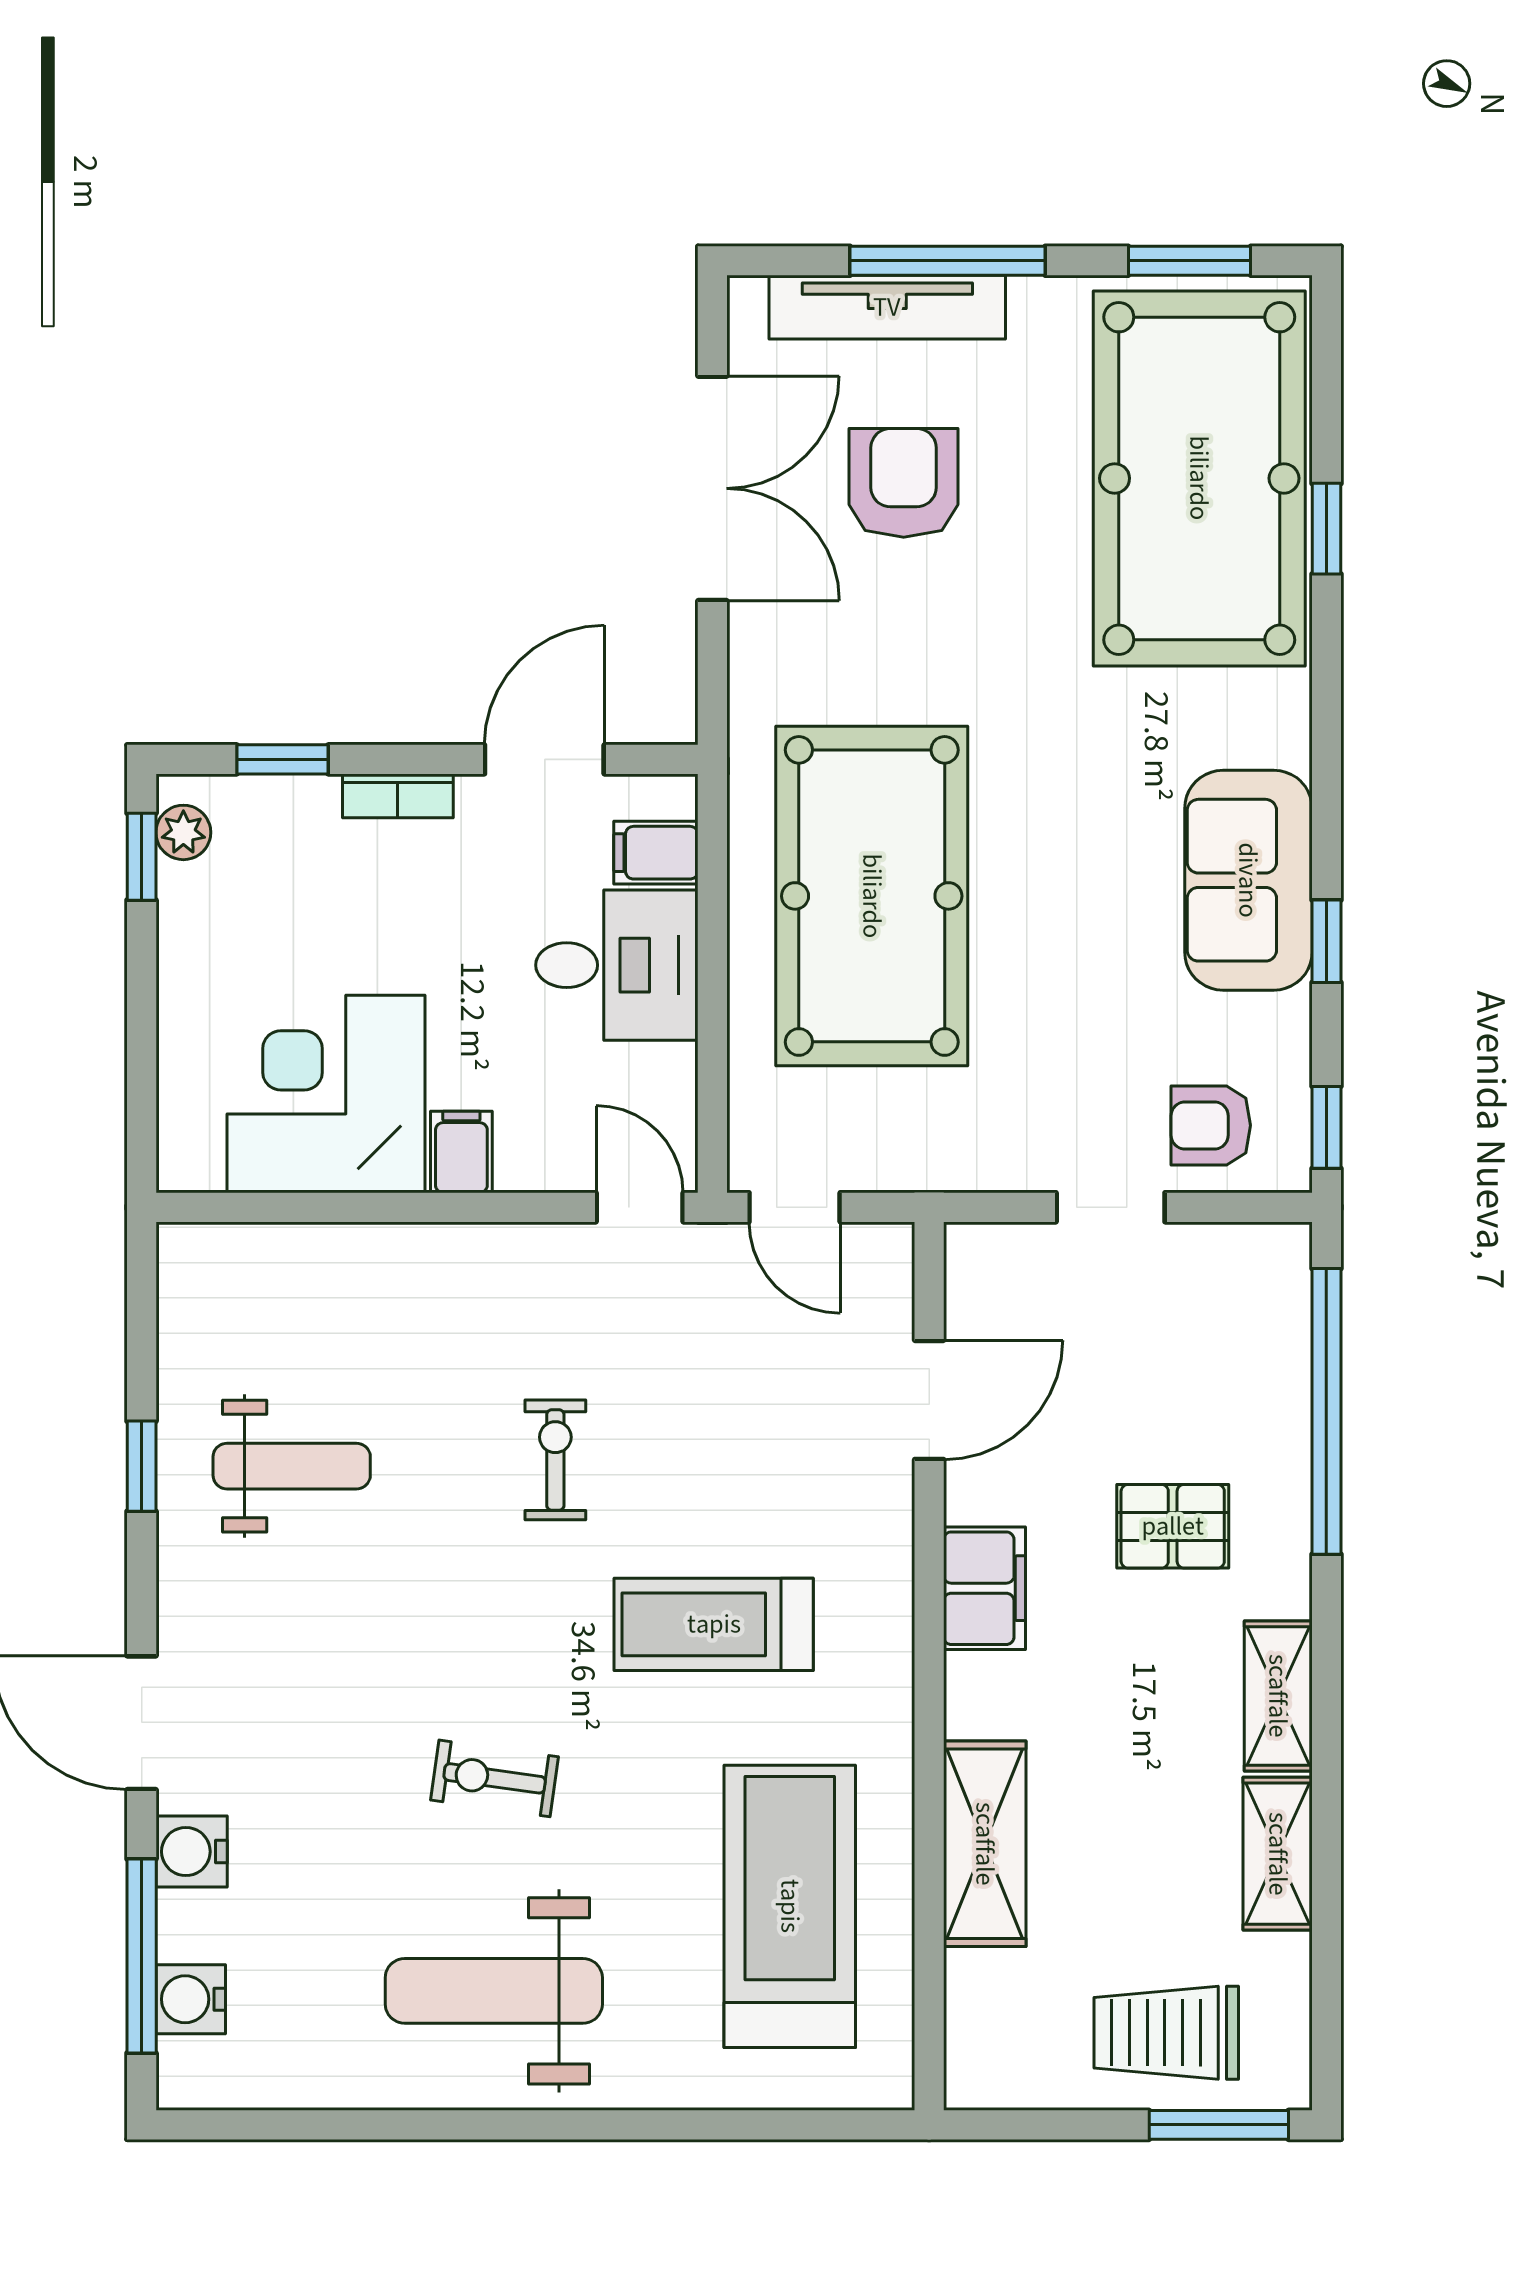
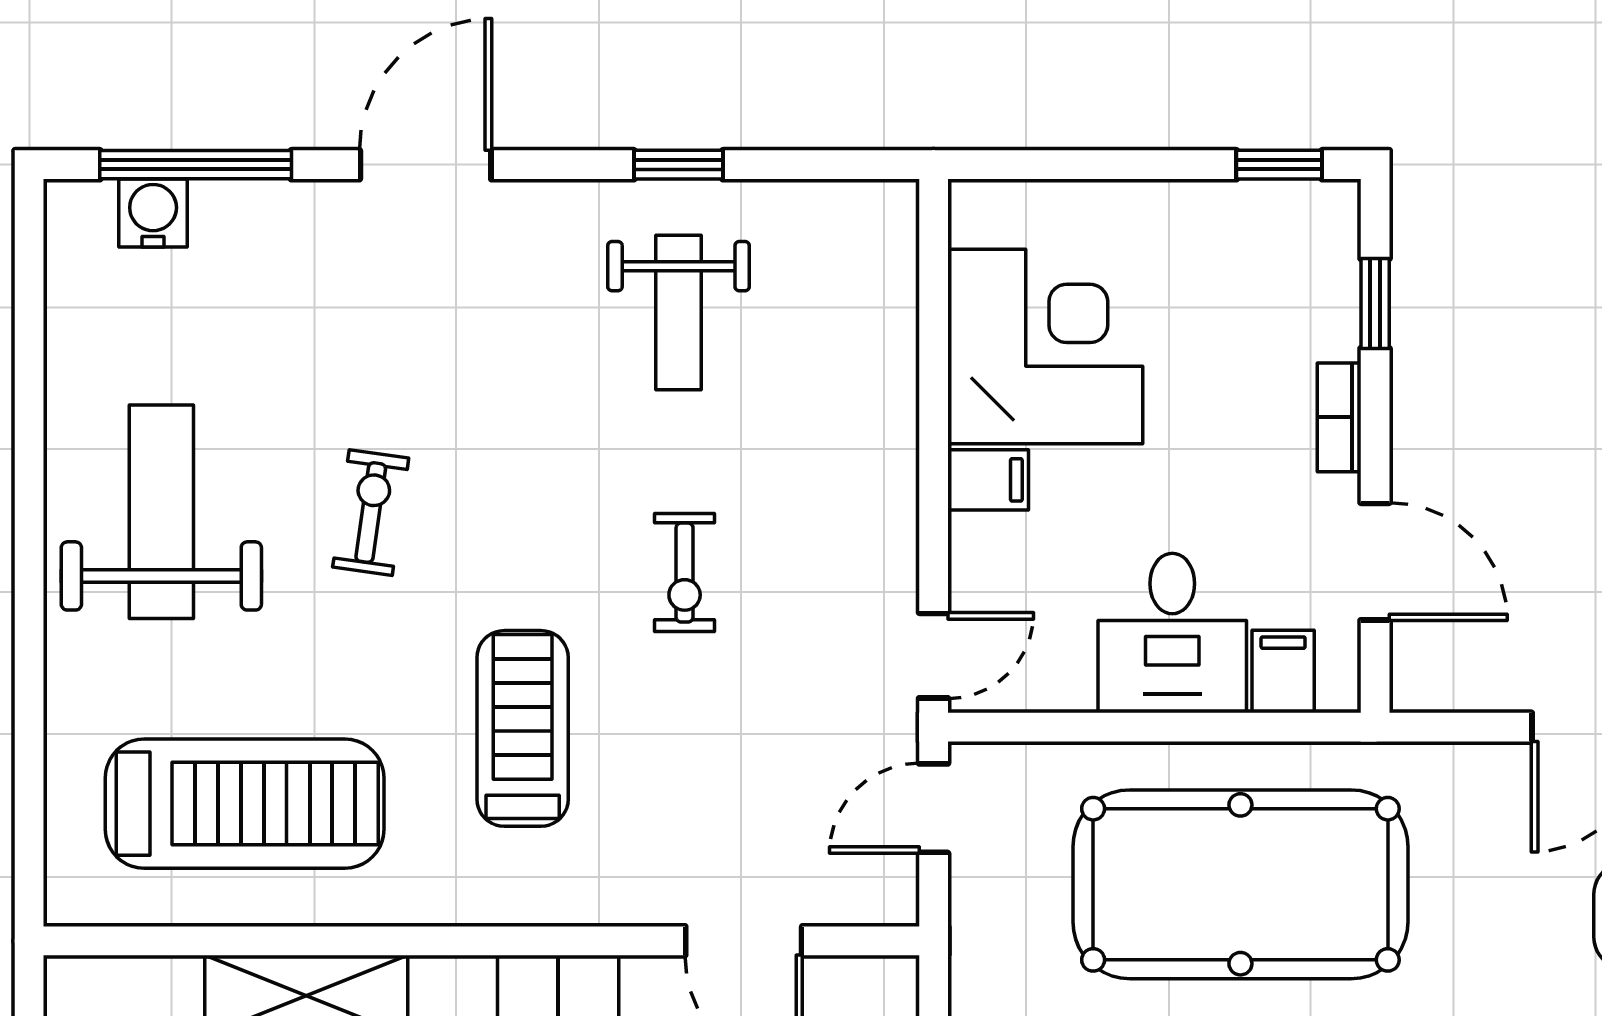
plant: (183, 832) -> (1303, 206), removed
exercise bike: (555, 1460) -> (685, 572), turned 90
water cooler: (192, 1852) -> (299, 214), removed

